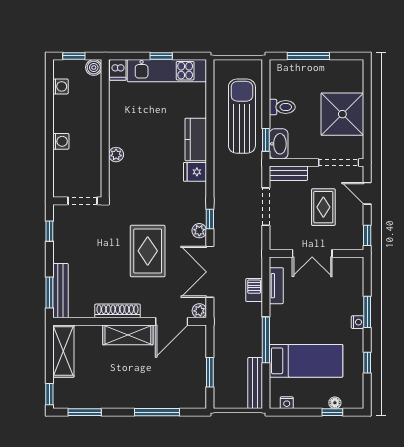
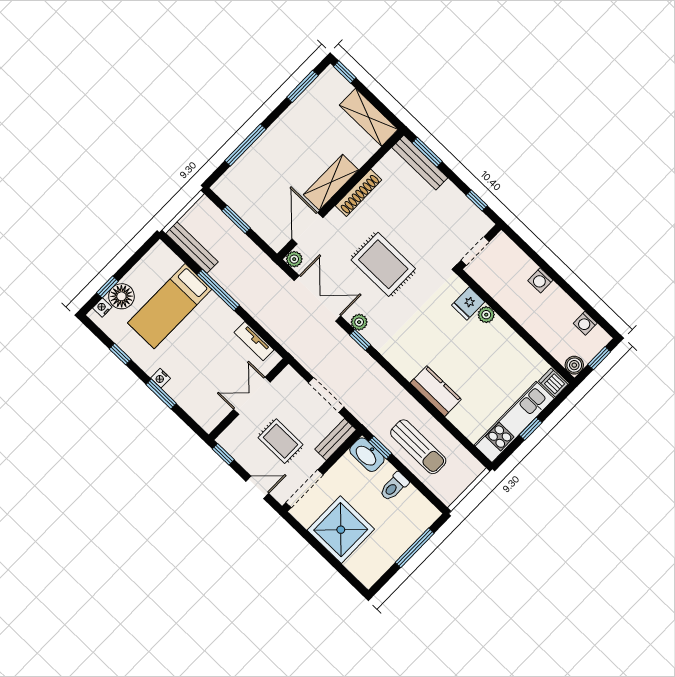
sun lounger: (242, 116) -> (418, 447), width x0.73, depth x0.75
fridge: (195, 172) -> (468, 304), moved, turned 180
barbecue: (254, 290) -> (268, 320), removed
nightstand: (287, 403) -> (102, 308), moved
floor lamp: (335, 403) -> (121, 296), width x1.89, depth x1.89

